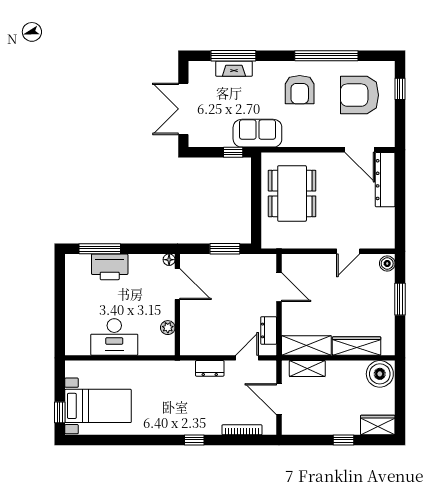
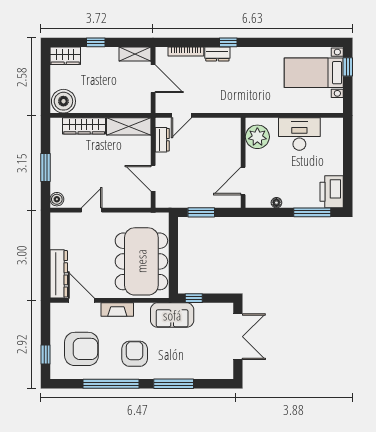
window: (233, 56) -> (174, 384), moved
fireplace: (234, 69) -> (117, 309), moved, turned 180
dining table: (292, 193) -> (141, 261), width x1.36, depth x1.24
floor lamp: (169, 260) -> (276, 203), moved
printer: (110, 267) -> (332, 192), moved, turned -90
door: (177, 284) -> (243, 181), hinge flipped
plant: (168, 328) -> (257, 137), width x1.87, depth x1.87
dresser: (210, 368) -> (217, 54), moved, turned 180
shelving: (307, 368) -> (135, 54), moved

